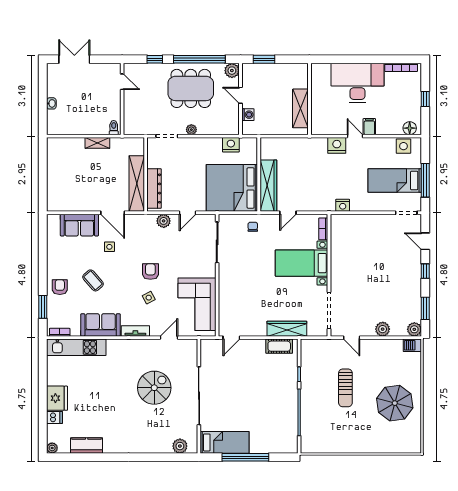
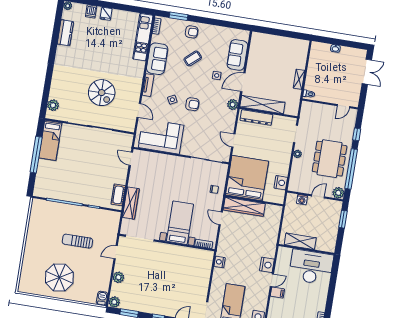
desk: (357, 83) -> (311, 267), moved, turned -90
plant: (164, 221) -> (233, 105), moved
fridge: (57, 398) -> (106, 14), width x0.53, depth x0.75

